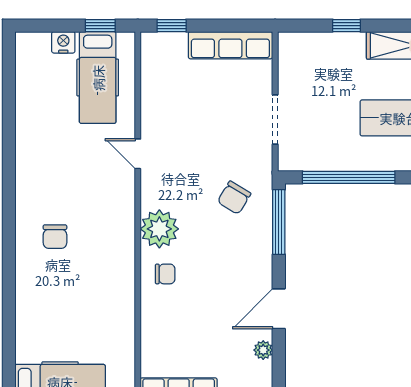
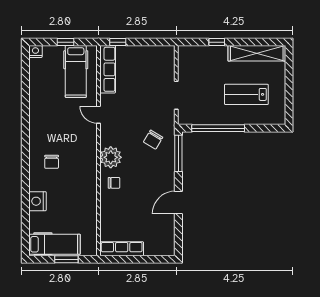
window: (100, 26) -> (65, 42), moved
nightstand: (63, 42) -> (35, 52), moved
row of seats: (230, 45) -> (108, 69), moved, turned -90
nightstand: (30, 306) -> (37, 201), added
plant: (263, 350) -> (170, 226), removed

